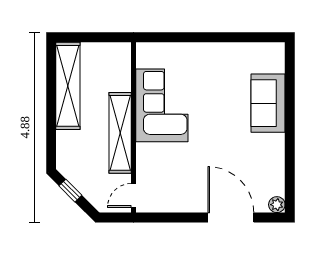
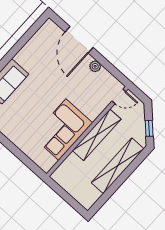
shelving: (68, 86) -> (118, 166), moved
plant: (277, 205) -> (95, 66), moved

